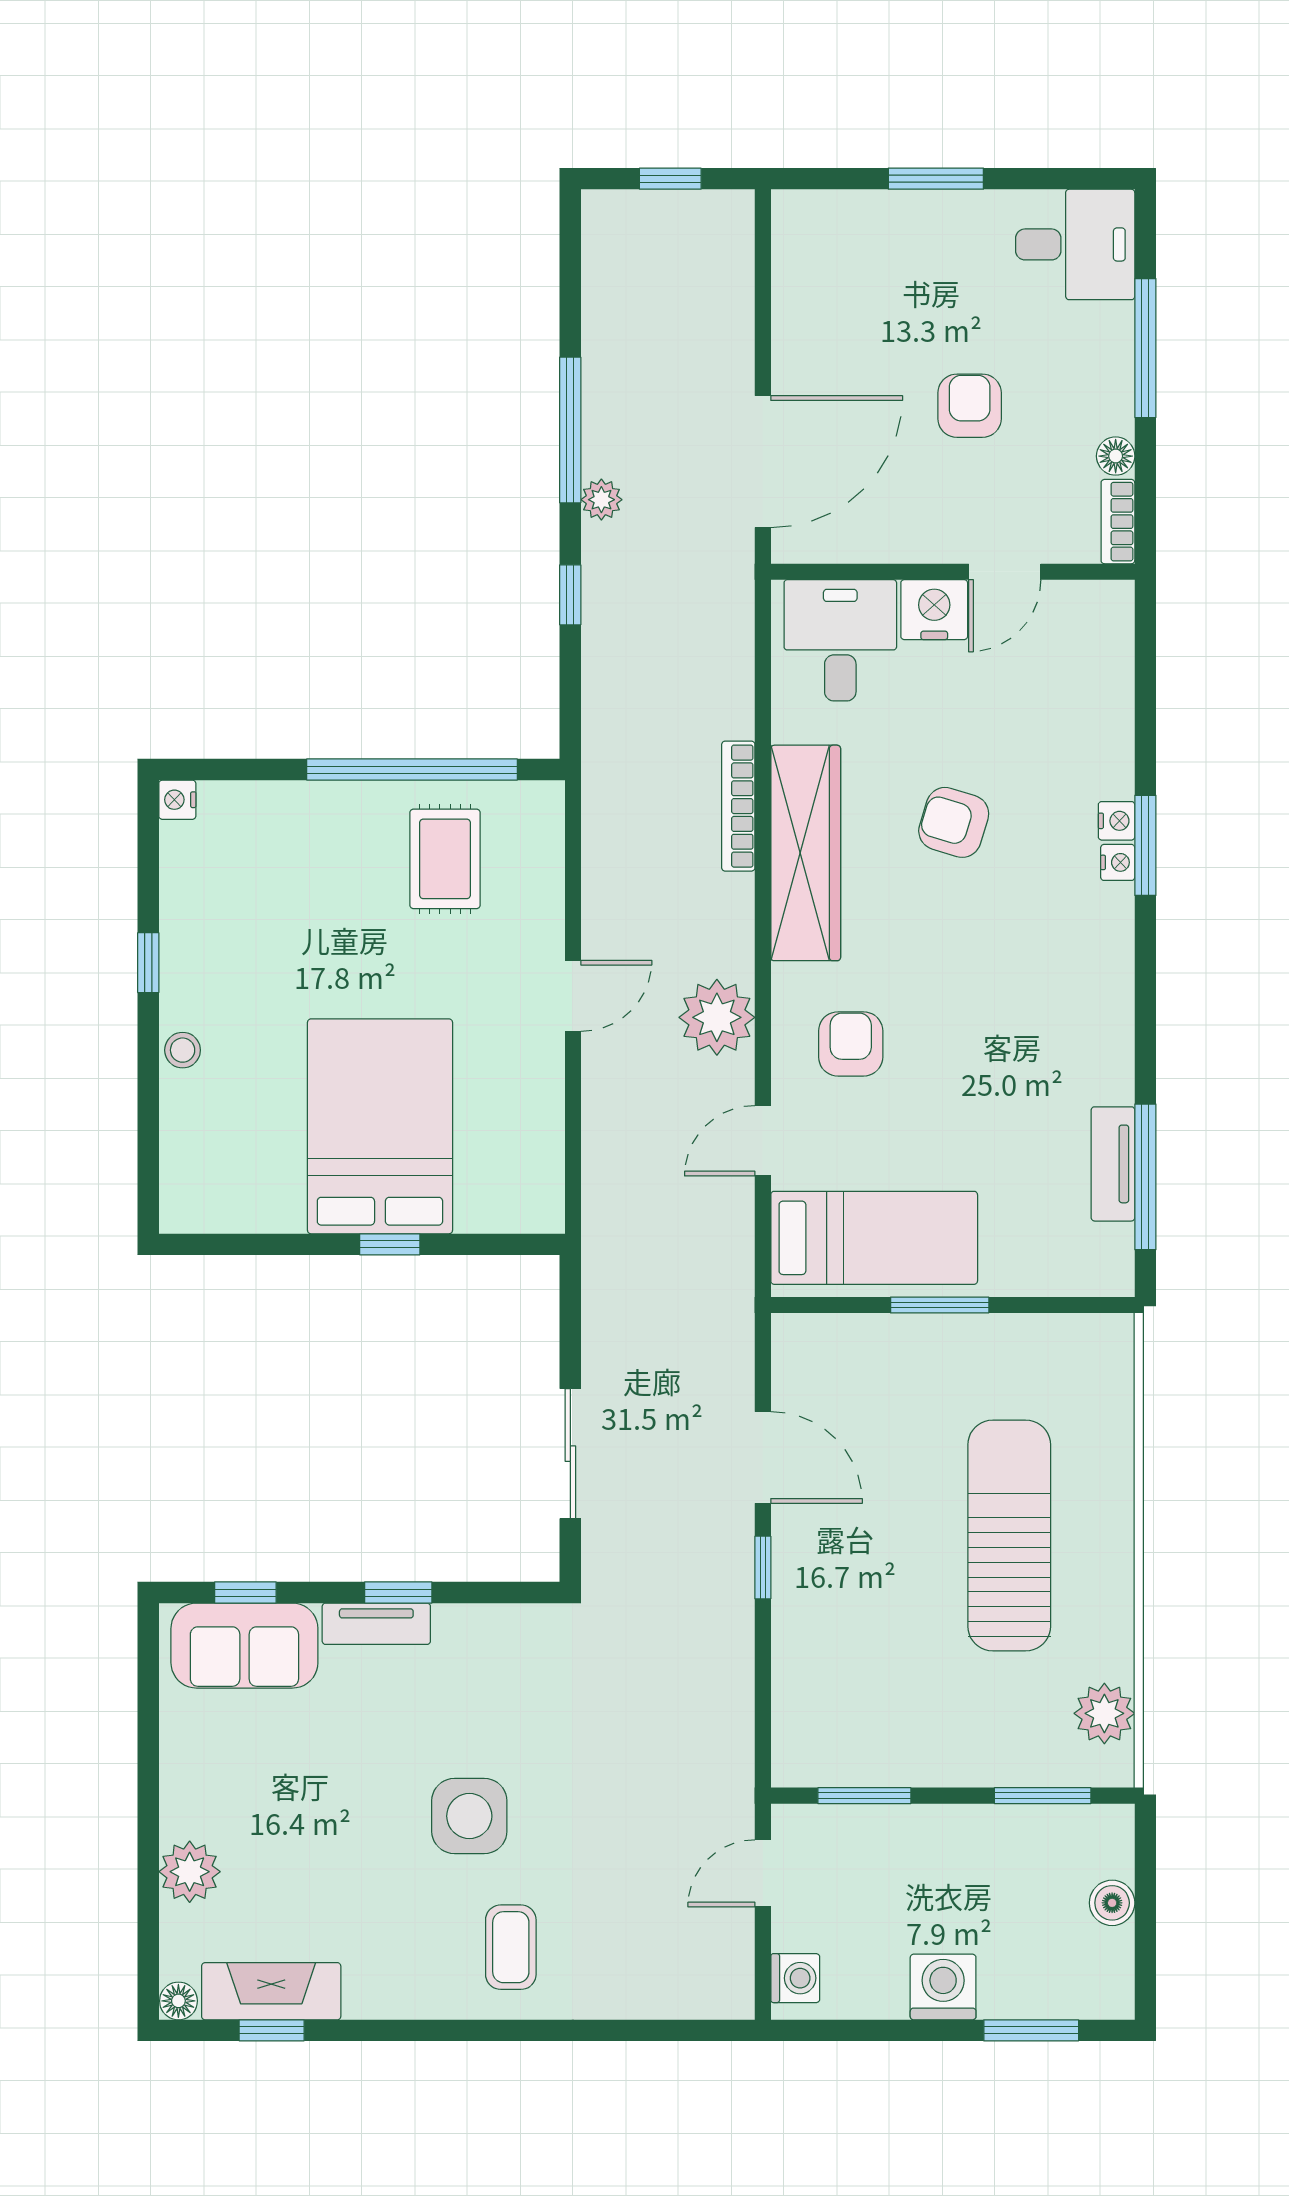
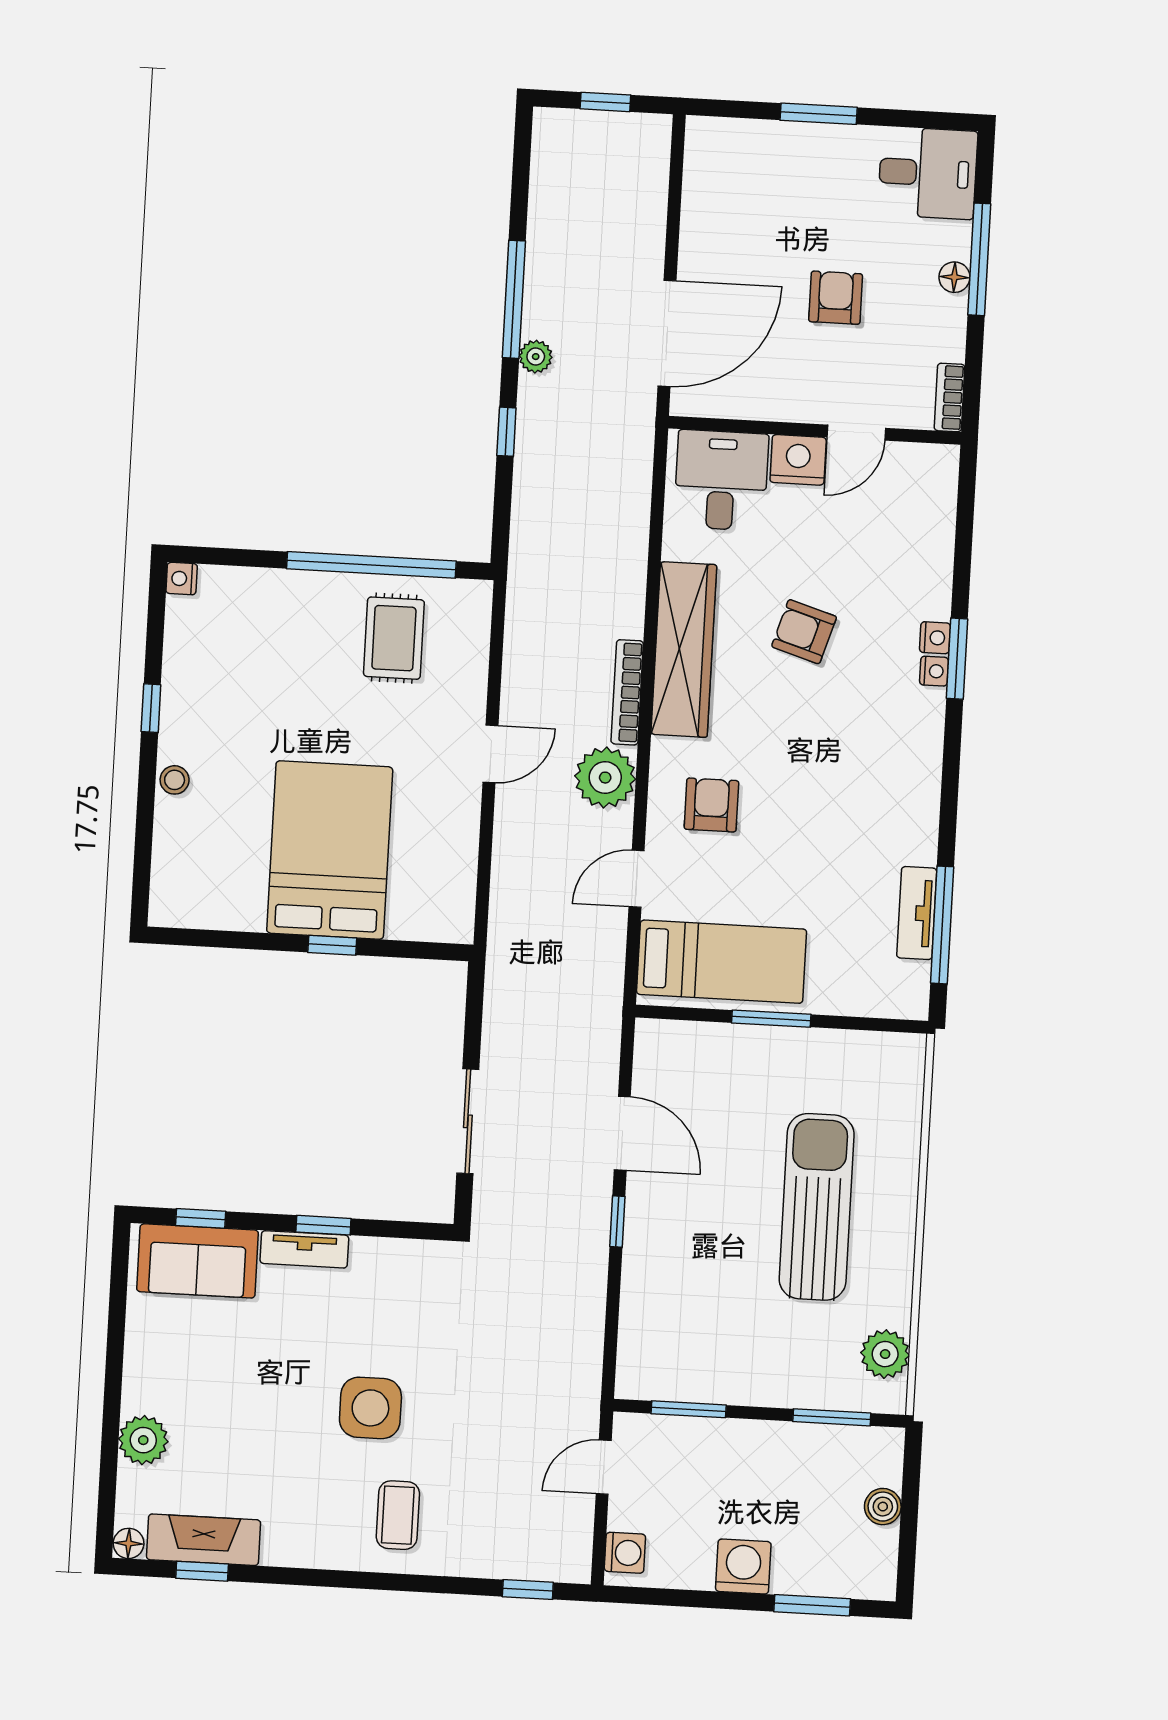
floor lamp: (1116, 456) -> (954, 277), moved
bookcase: (738, 806) -> (627, 692), moved
window: (677, 2030) -> (528, 1589), added

